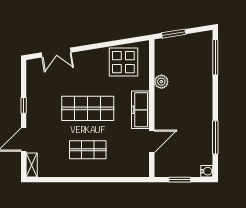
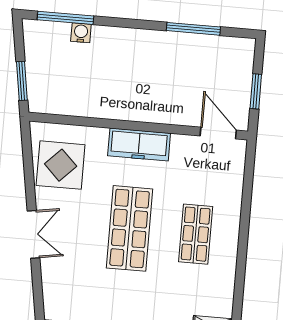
double door: (56, 53) -> (33, 234), moved
plant: (161, 82) -> (97, 107), removed
door: (152, 141) -> (218, 133), moved
water cooler: (207, 171) -> (81, 33), moved

